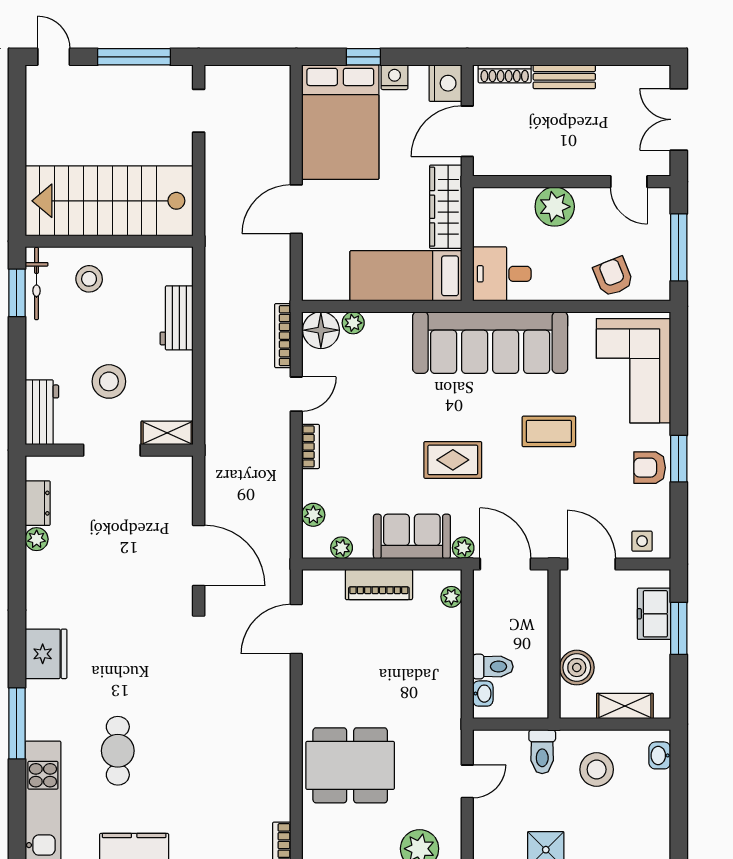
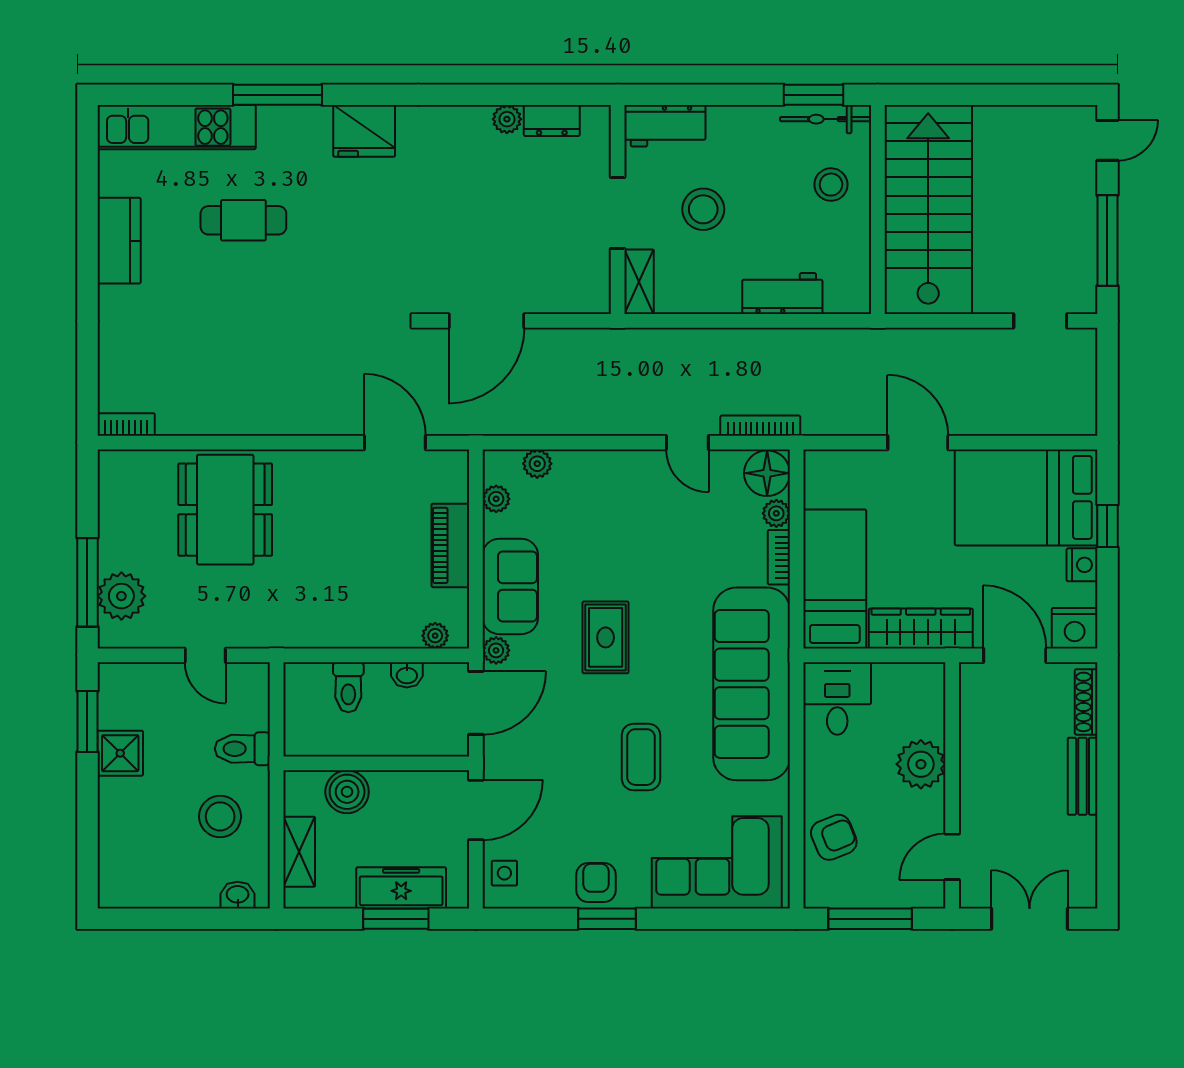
bookcase: (311, 446) -> (779, 557), moved, turned 90
freezer: (654, 614) -> (401, 888), width x1.40
washbasin: (483, 694) -> (407, 675), moved

